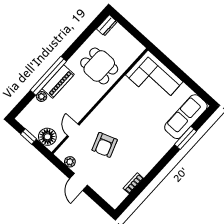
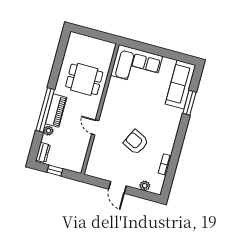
dresser: (107, 25) -> (43, 152), moved
door: (73, 130) -> (95, 127), moved
floor lamp: (47, 137) -> (71, 162), removed
armchair: (105, 145) -> (136, 142), moved, turned 136
plant: (70, 162) -> (145, 186), moved

